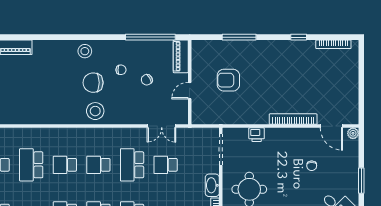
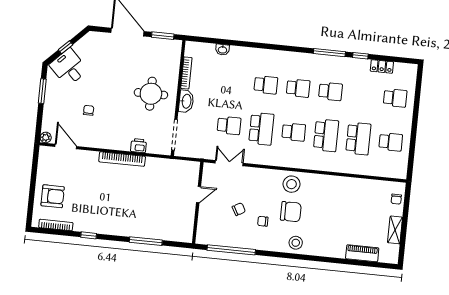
piano: (181, 56) -> (204, 228), removed
armchair: (228, 80) -> (53, 196), moved
bookcase: (293, 119) -> (122, 159), moved
school desk: (65, 165) -> (326, 135), width x1.85

